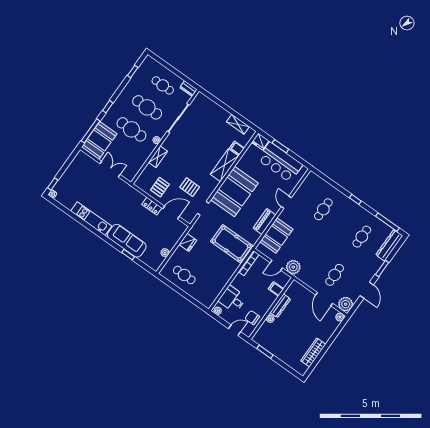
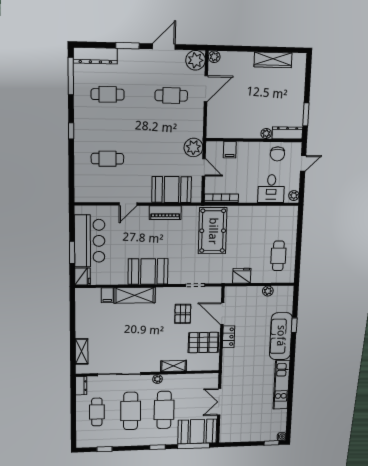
shelving: (238, 124) -> (82, 352), moved
pallet: (160, 187) -> (203, 343), width x1.50, depth x1.42
booth: (234, 191) -> (148, 271), width x0.73, depth x0.70
dresser: (280, 306) -> (287, 133), moved
door: (235, 330) -> (303, 163), swing flipped

